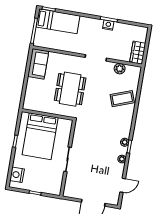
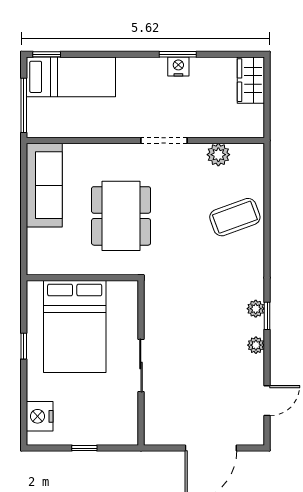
wardrobe: (138, 53) -> (251, 80), moved
sofa: (38, 64) -> (44, 185), width x1.36

